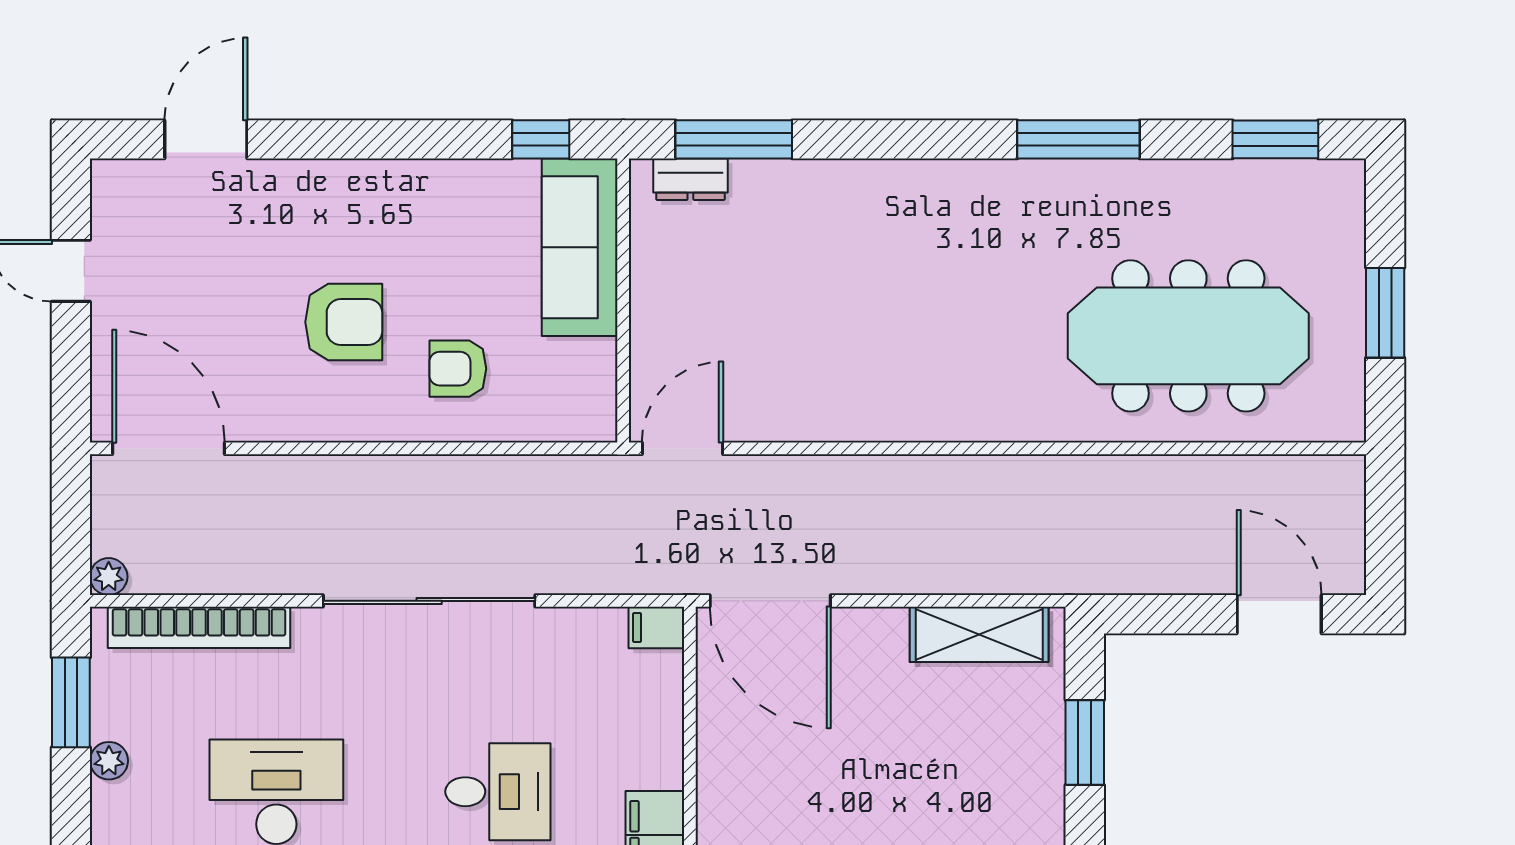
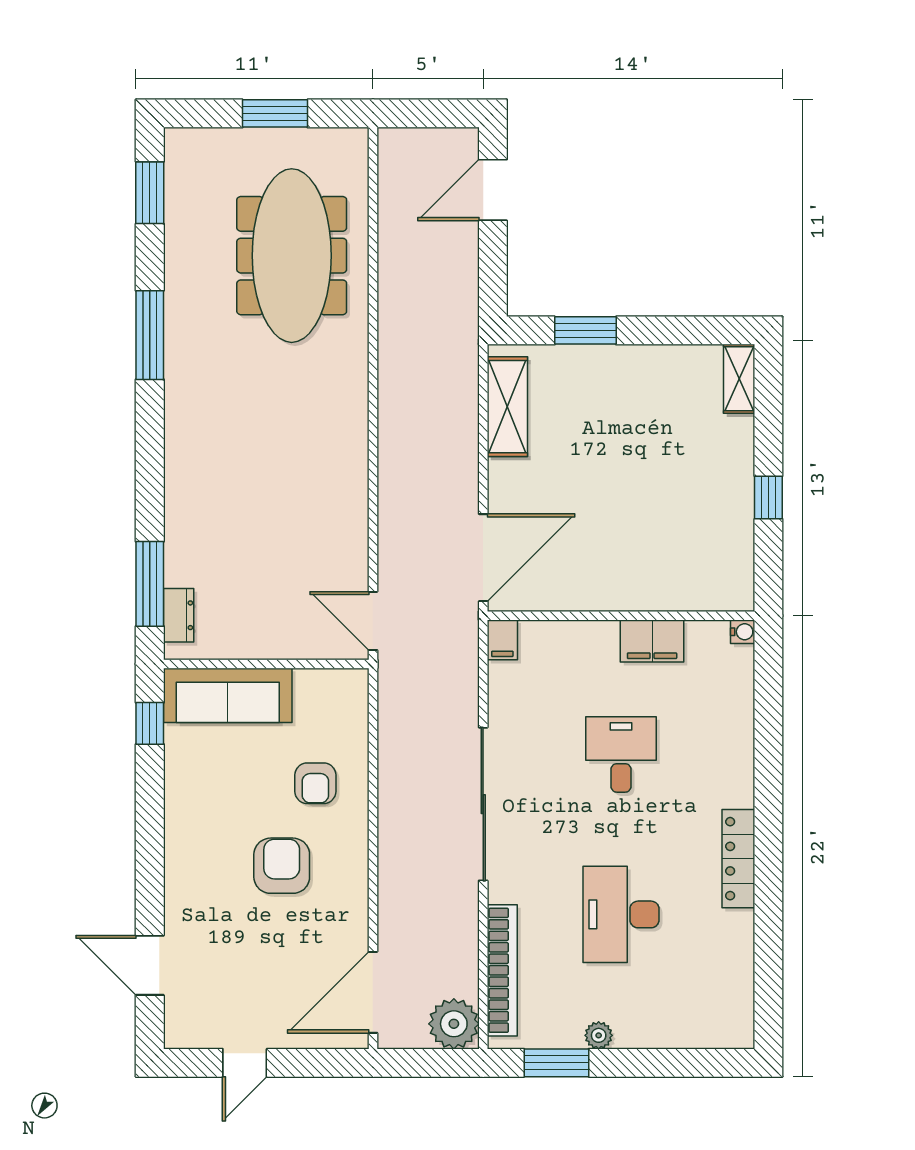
plant: (109, 577) -> (454, 1024), width x1.88, depth x1.88

